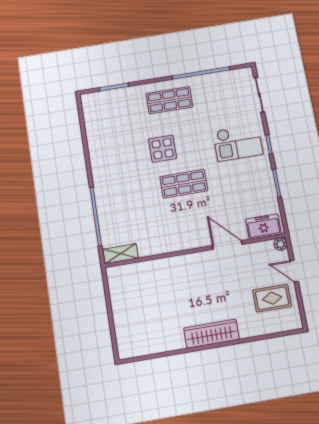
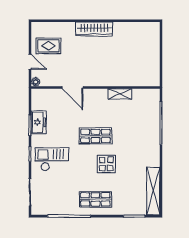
shelving: (93, 124) -> (153, 191), added
freezer: (263, 226) -> (39, 122), moved, turned -90
shelving: (121, 254) -> (120, 94), moved

